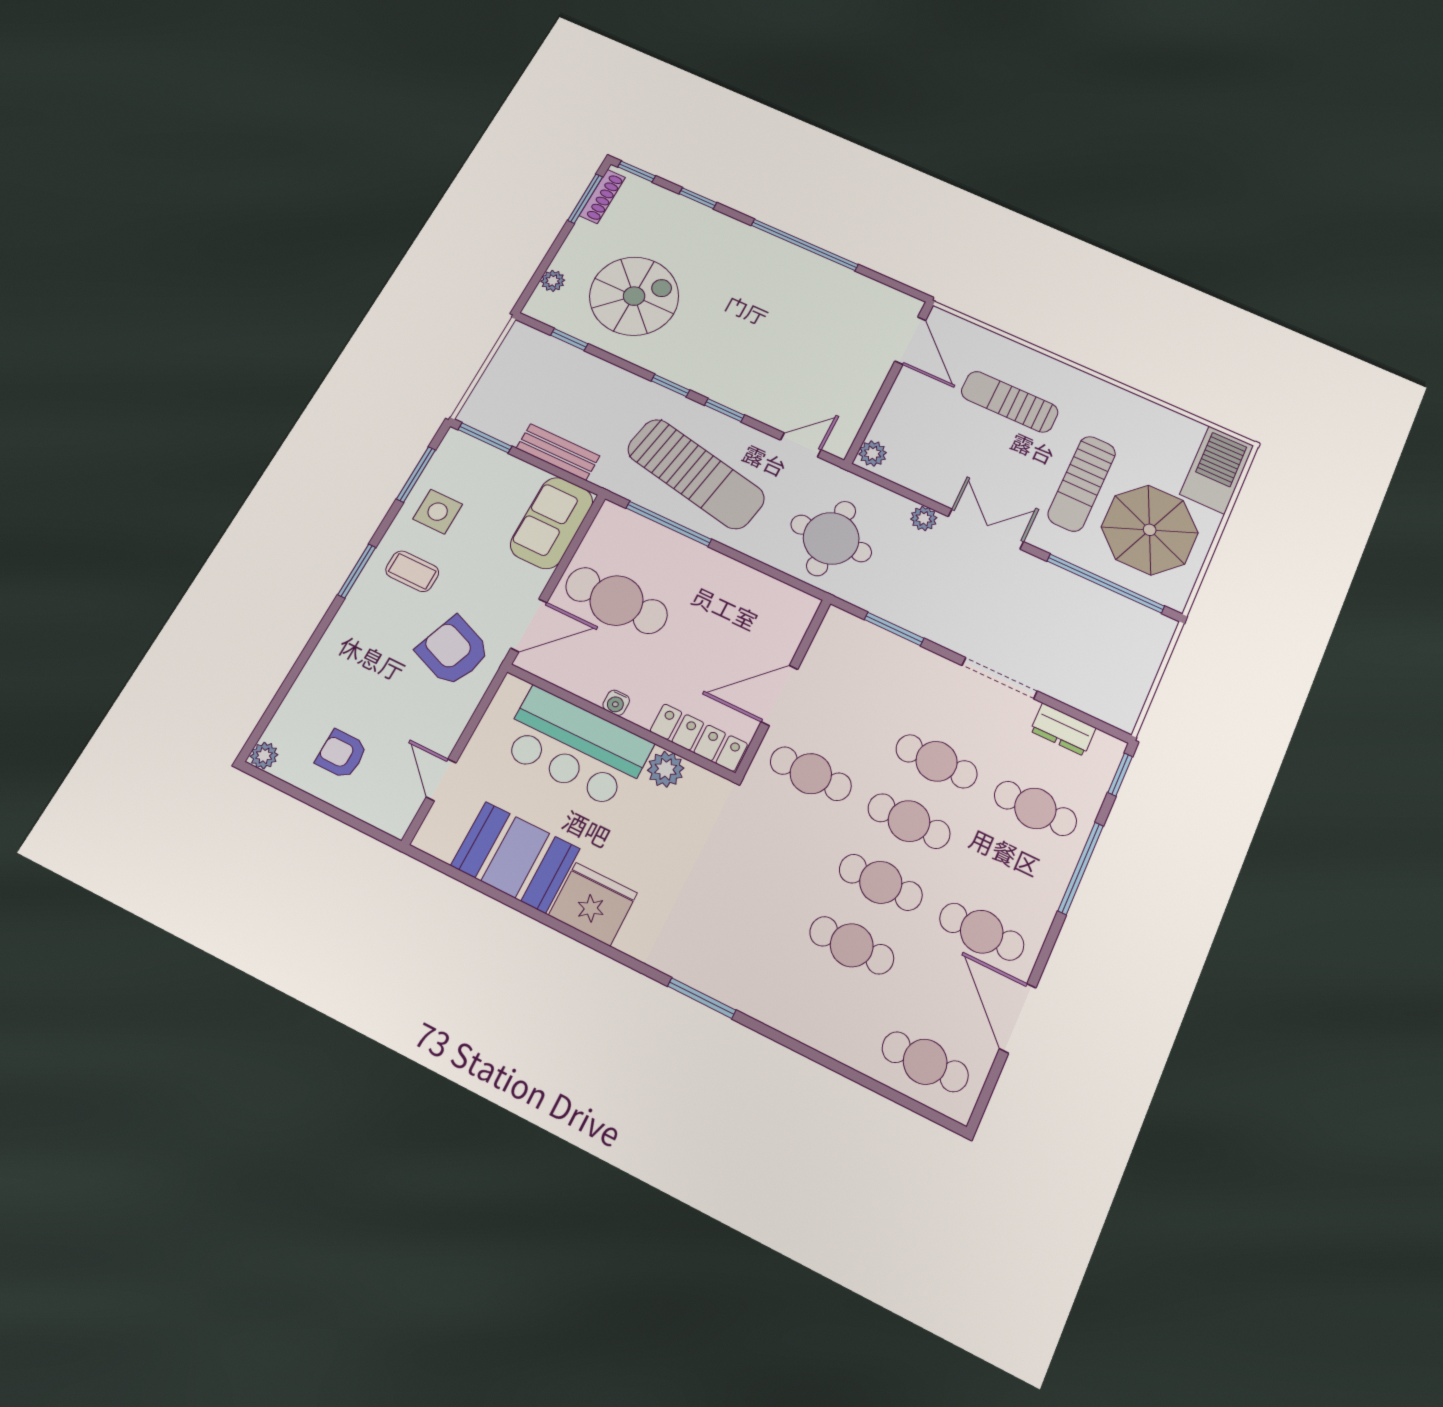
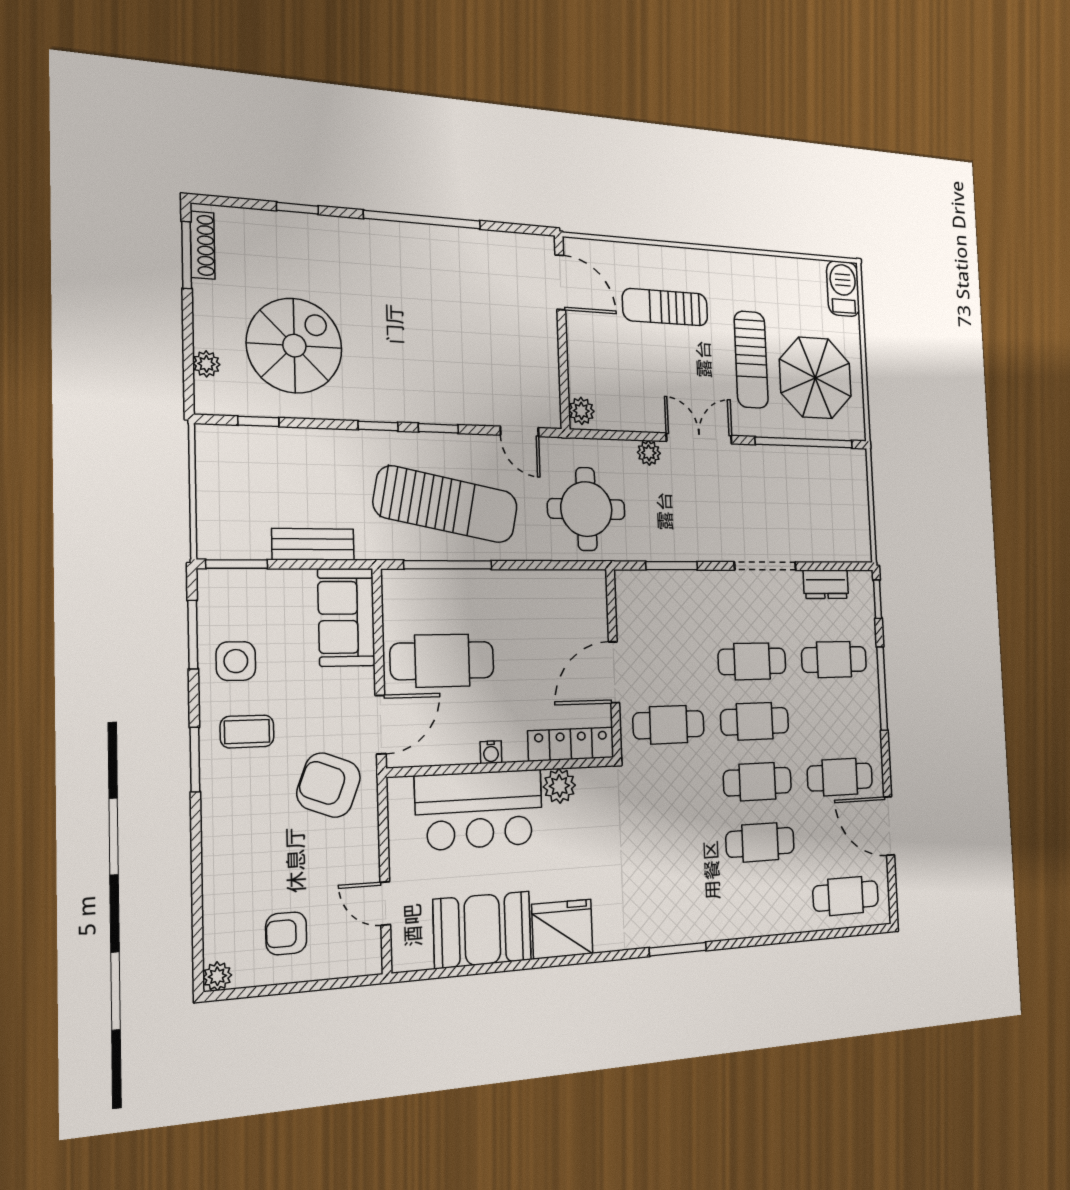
window: (637, 171) -> (221, 201), removed
door: (801, 445) -> (519, 431), swing flipped
barbecue: (1217, 470) -> (843, 289), width x0.73, depth x0.83

